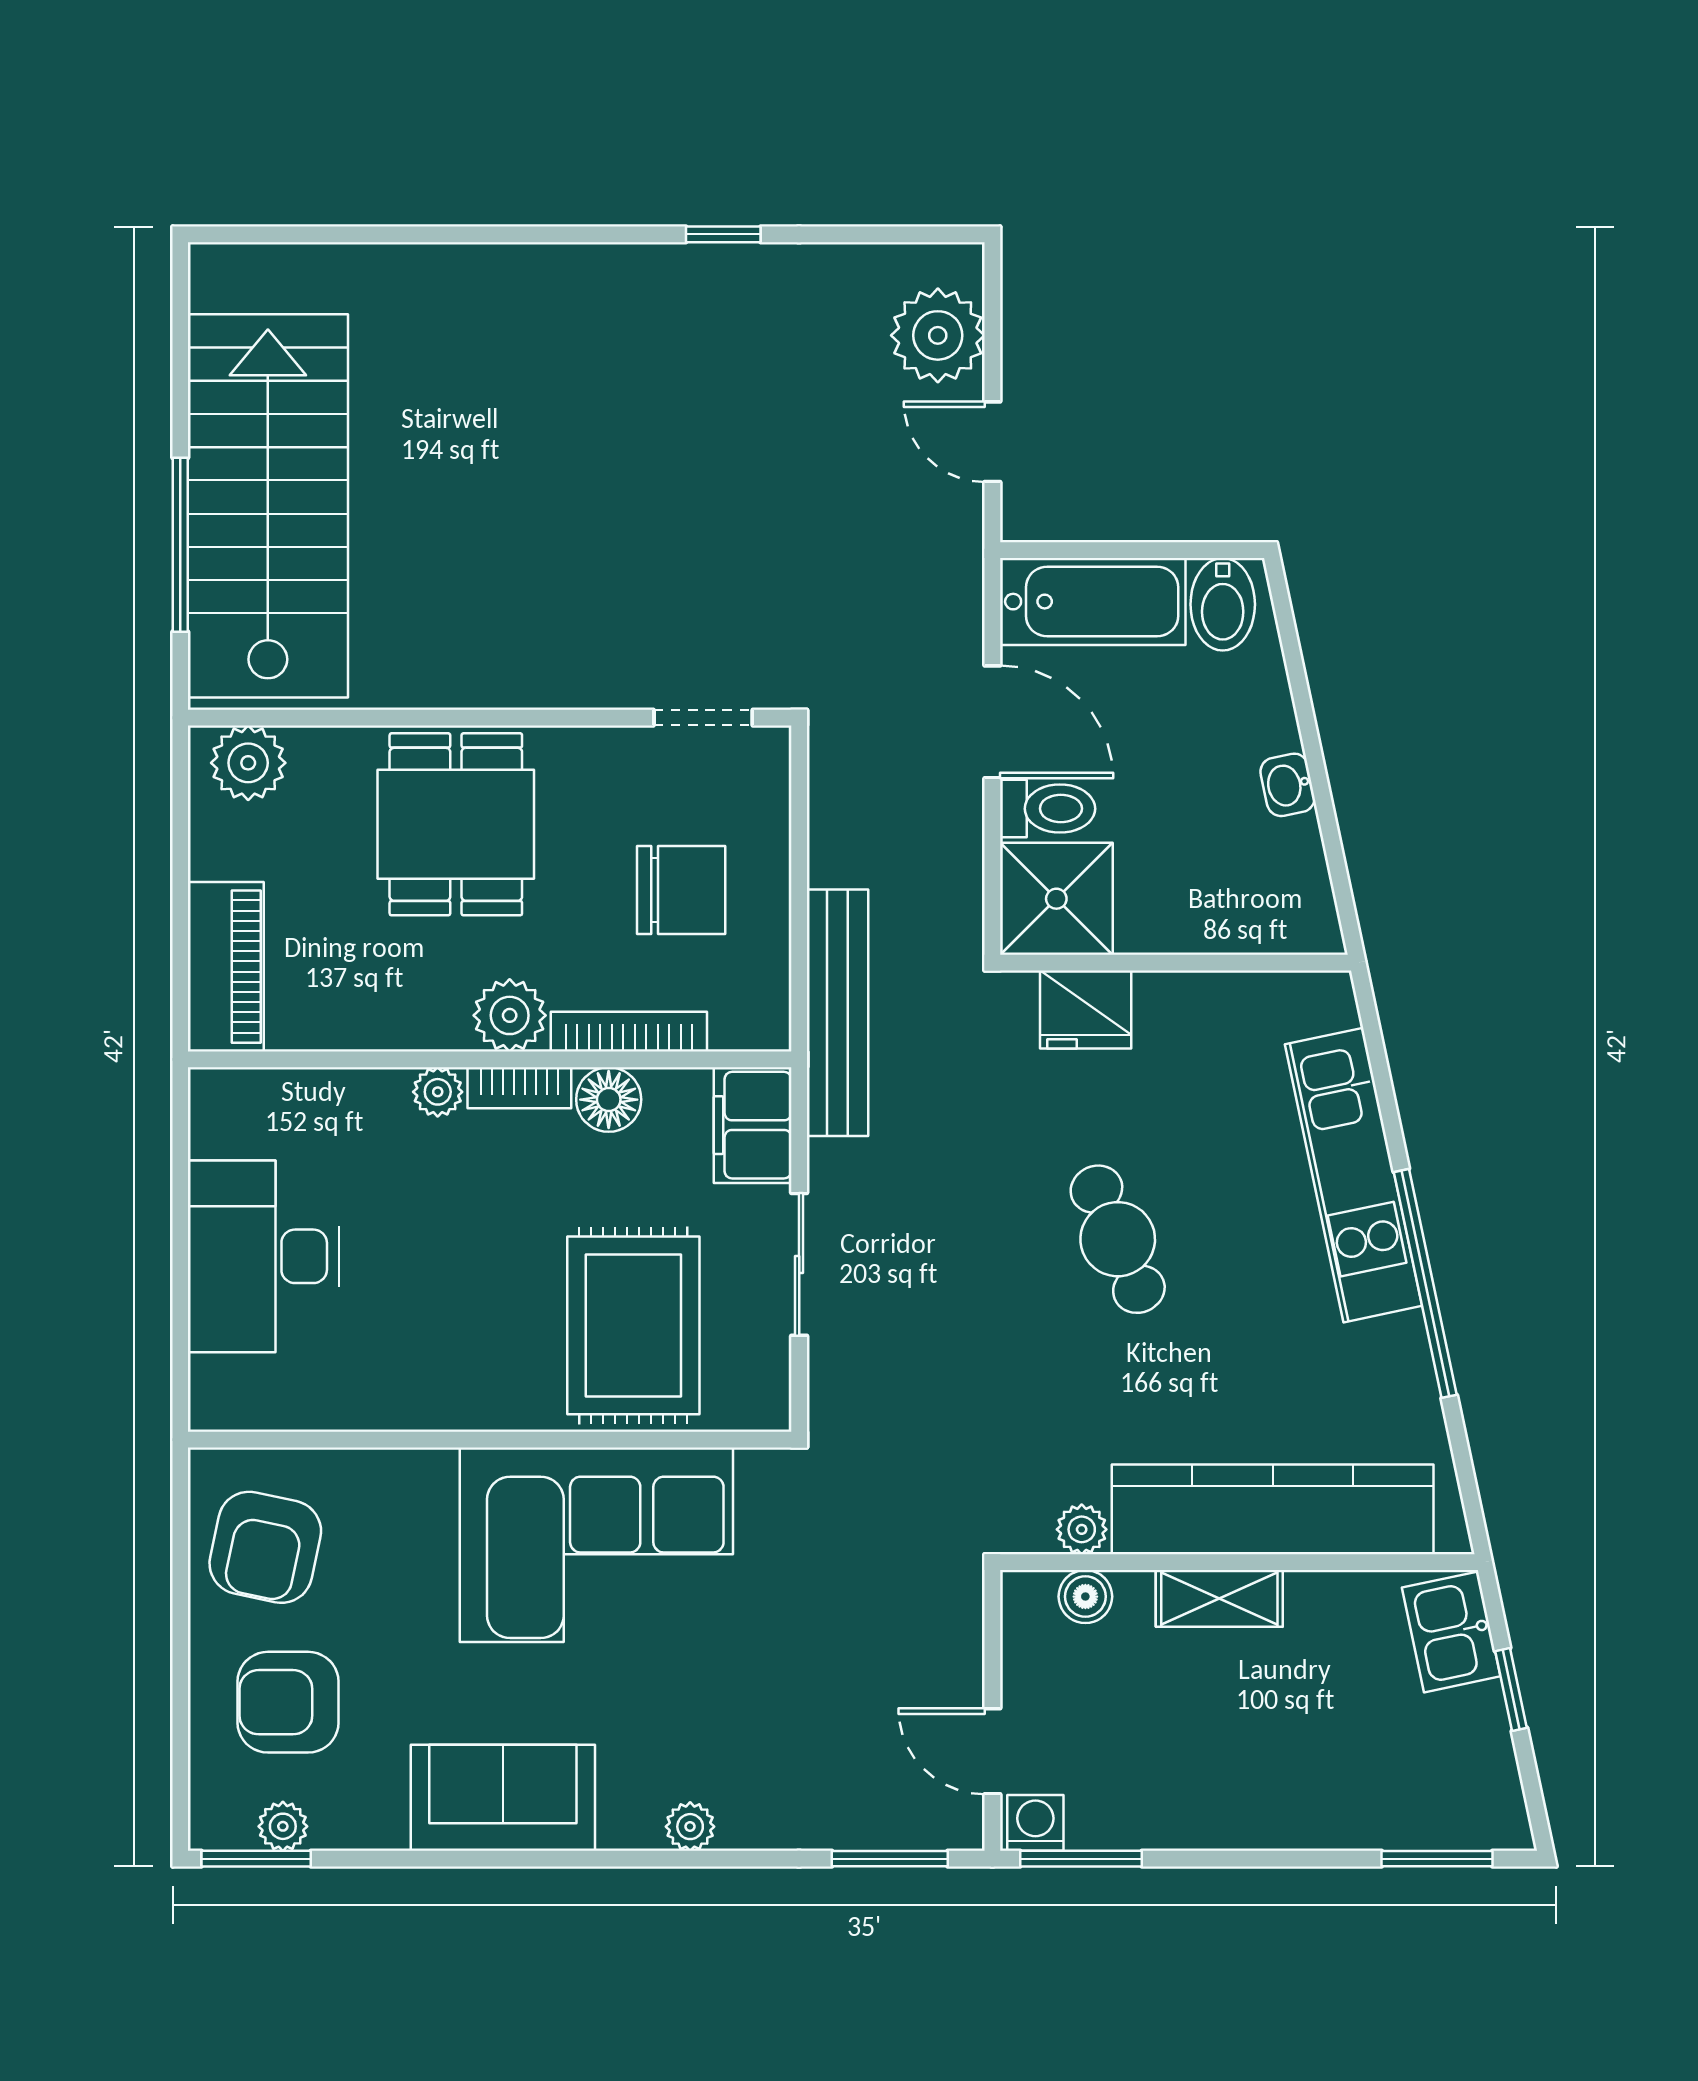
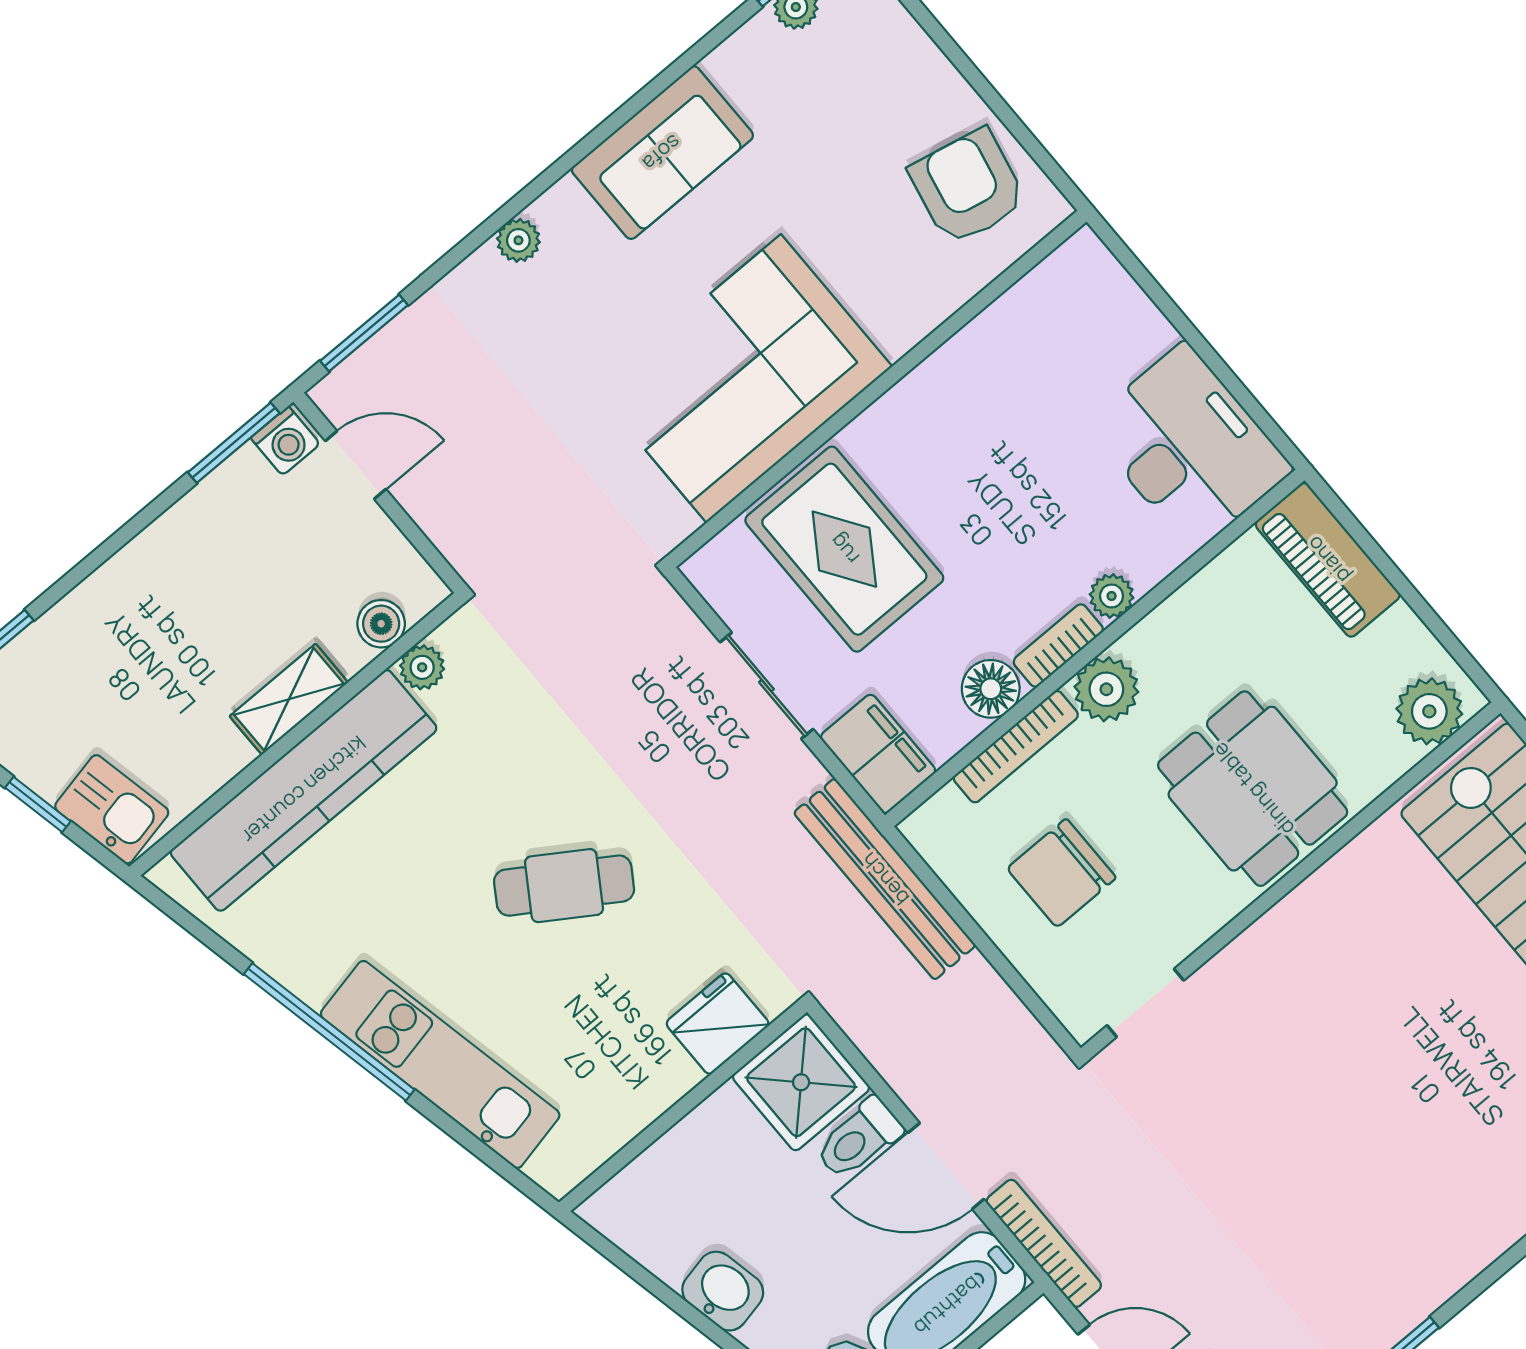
bookcase: (964, 585) -> (1044, 1243), added
washbasin: (1288, 785) -> (723, 1291), width x1.38, depth x1.45
cafe table: (1118, 1239) -> (564, 886), turned -34
desk: (263, 1256) -> (1189, 447), moved
armchair: (288, 1702) -> (864, 95), removed

